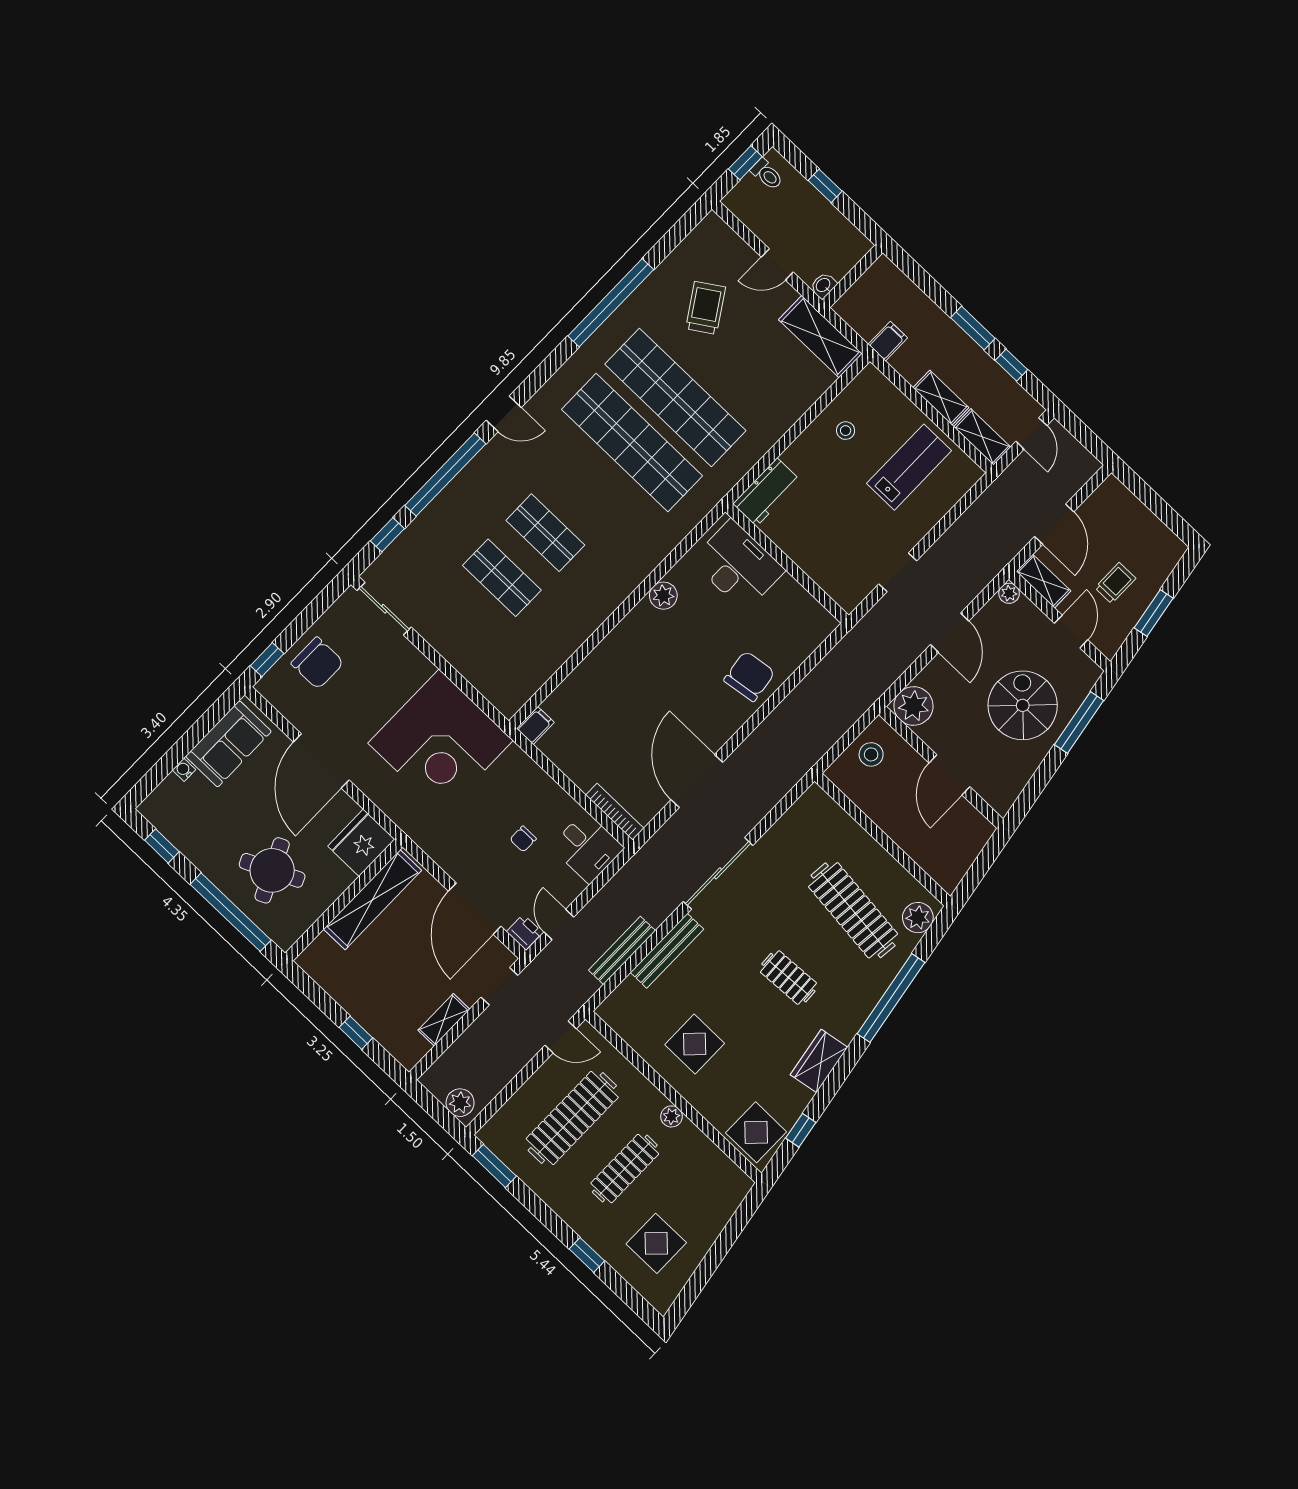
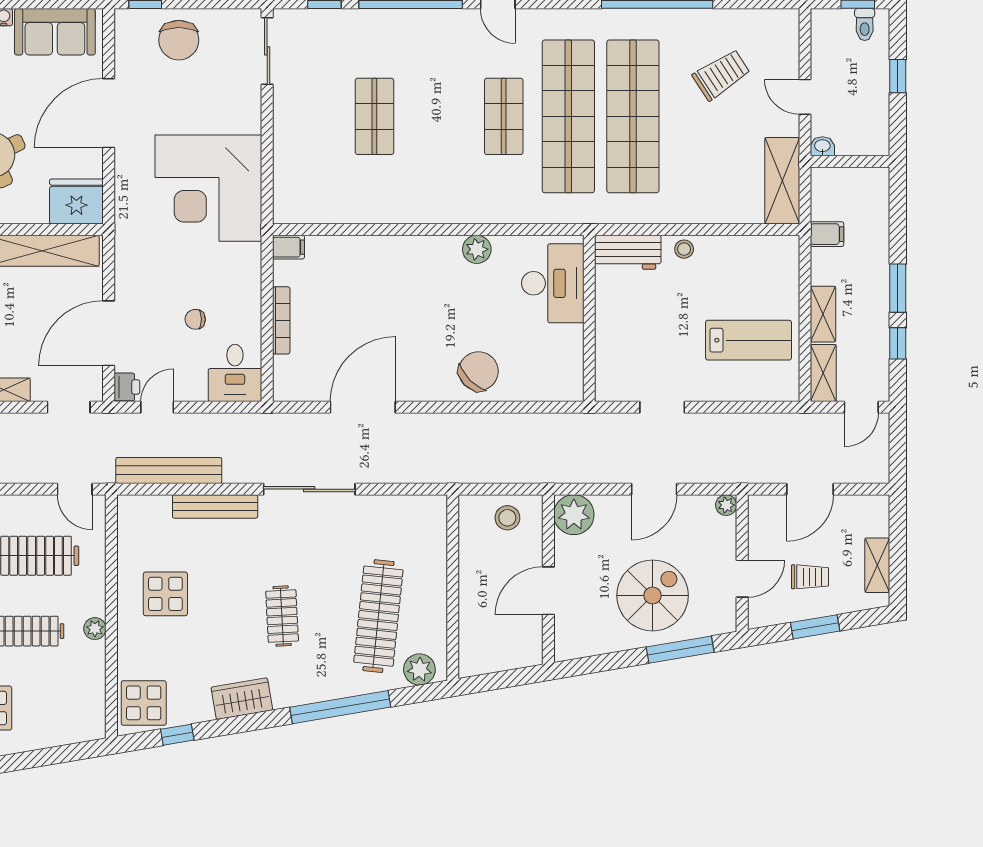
stool: (846, 431) -> (684, 249), moved
shop shelf: (545, 533) -> (504, 116), moved
shelving: (1043, 581) -> (877, 565), moved
chair: (749, 676) -> (478, 371), turned -37
bookcase: (615, 812) -> (281, 320), moved
bench: (622, 950) -> (169, 470), width x1.37, depth x1.21

